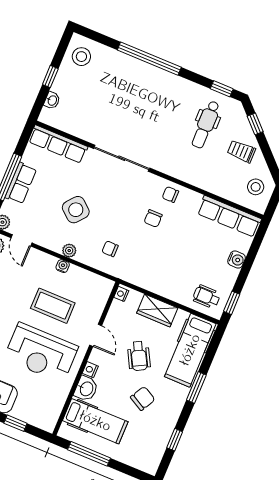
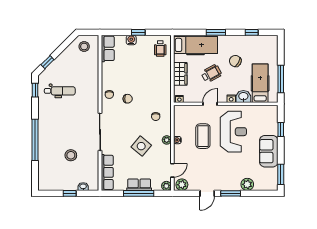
stool: (81, 57) -> (71, 155), moved
trolley: (241, 151) -> (67, 63), removed
row of seats: (229, 216) -> (108, 48), width x0.68
window: (232, 303) -> (138, 32), moved

